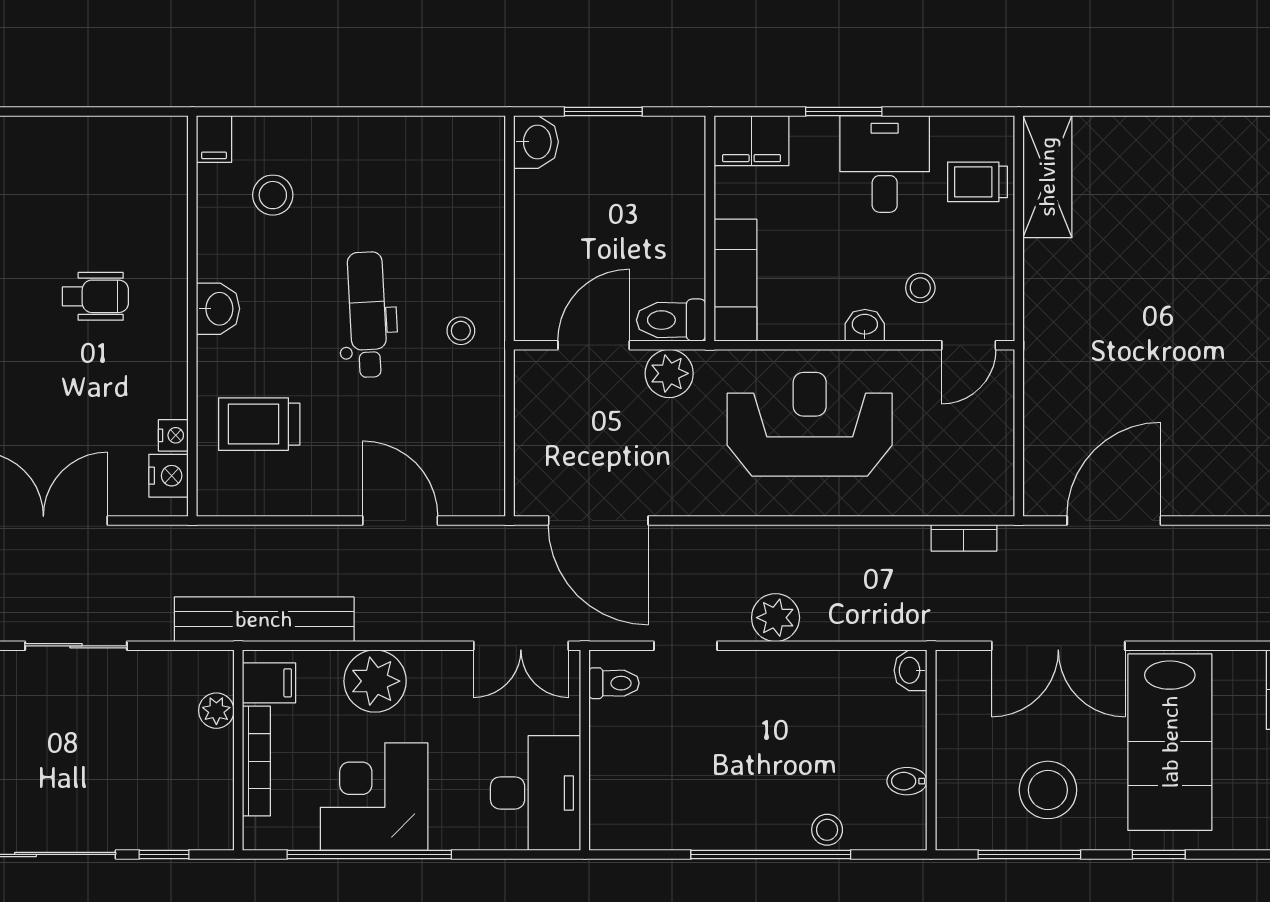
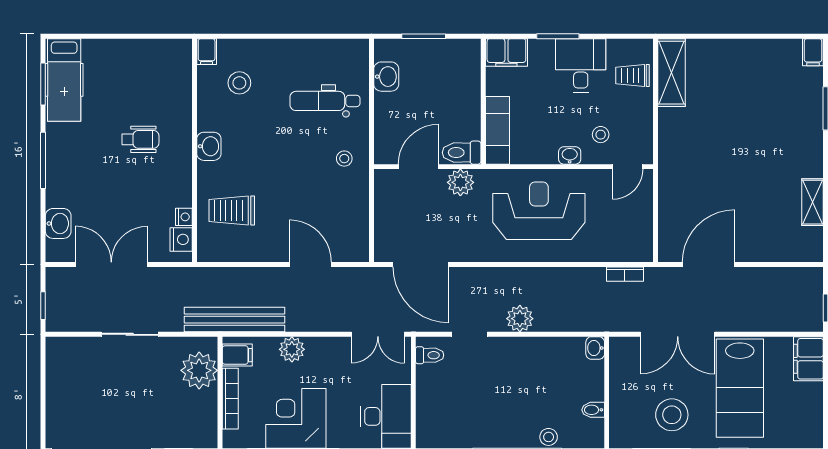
washbasin: (536, 142) -> (386, 77), moved
dental chair: (367, 315) -> (325, 101), moved, turned -87
plant: (375, 681) -> (292, 349), width x0.73, depth x0.73
plant: (216, 711) -> (199, 370), width x1.88, depth x1.88

